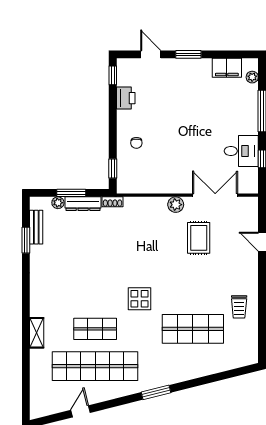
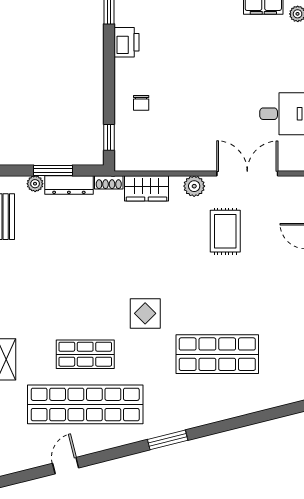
wardrobe: (140, 206) -> (146, 188), added
trolley: (239, 307) -> (280, 324), removed

